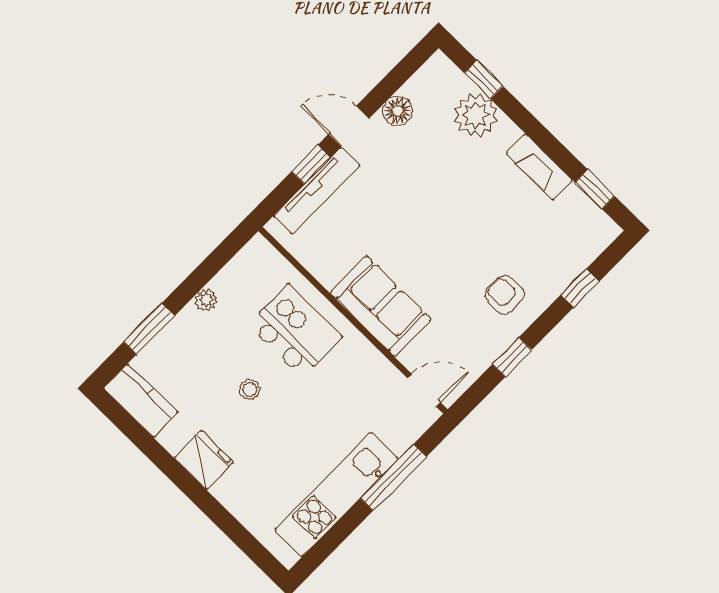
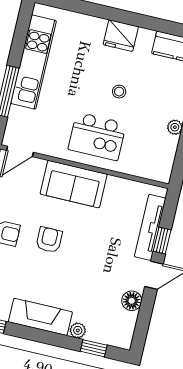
plant: (476, 115) -> (78, 330), width x0.53, depth x0.53
fireplace: (539, 167) -> (40, 317), width x1.37, depth x1.32
armchair: (456, 254) -> (49, 240), added
kitchen island: (295, 331) -> (97, 136), moved

